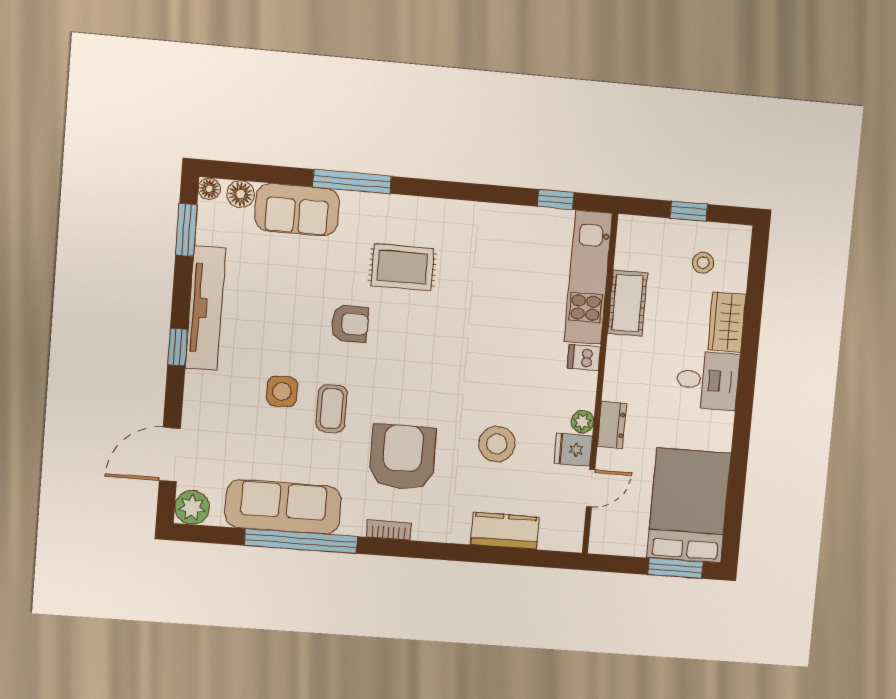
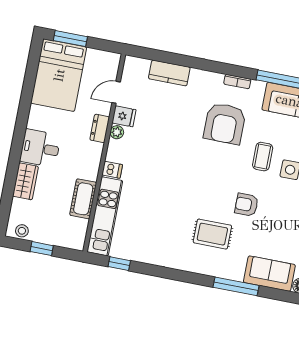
stool: (703, 263) -> (22, 231), moved
stool: (497, 444) -> (169, 125), removed

